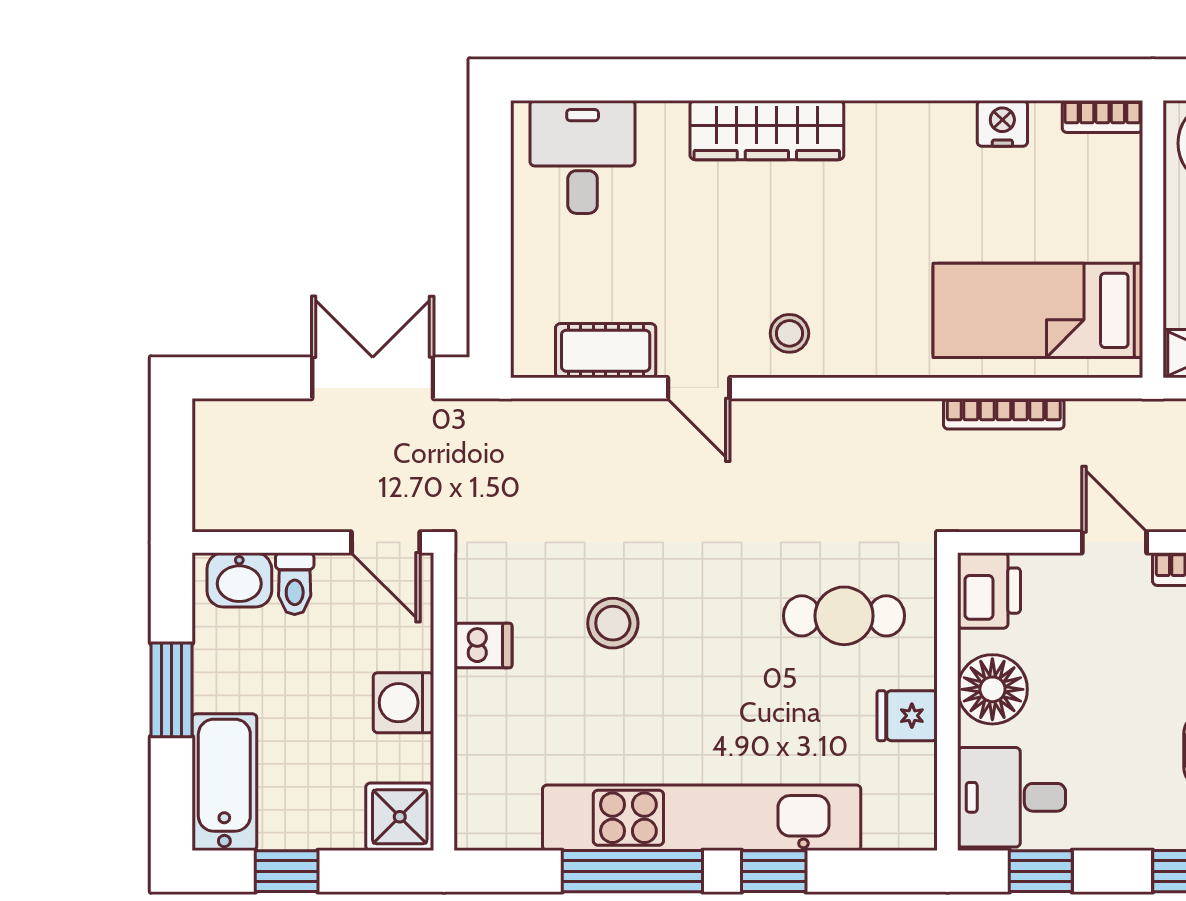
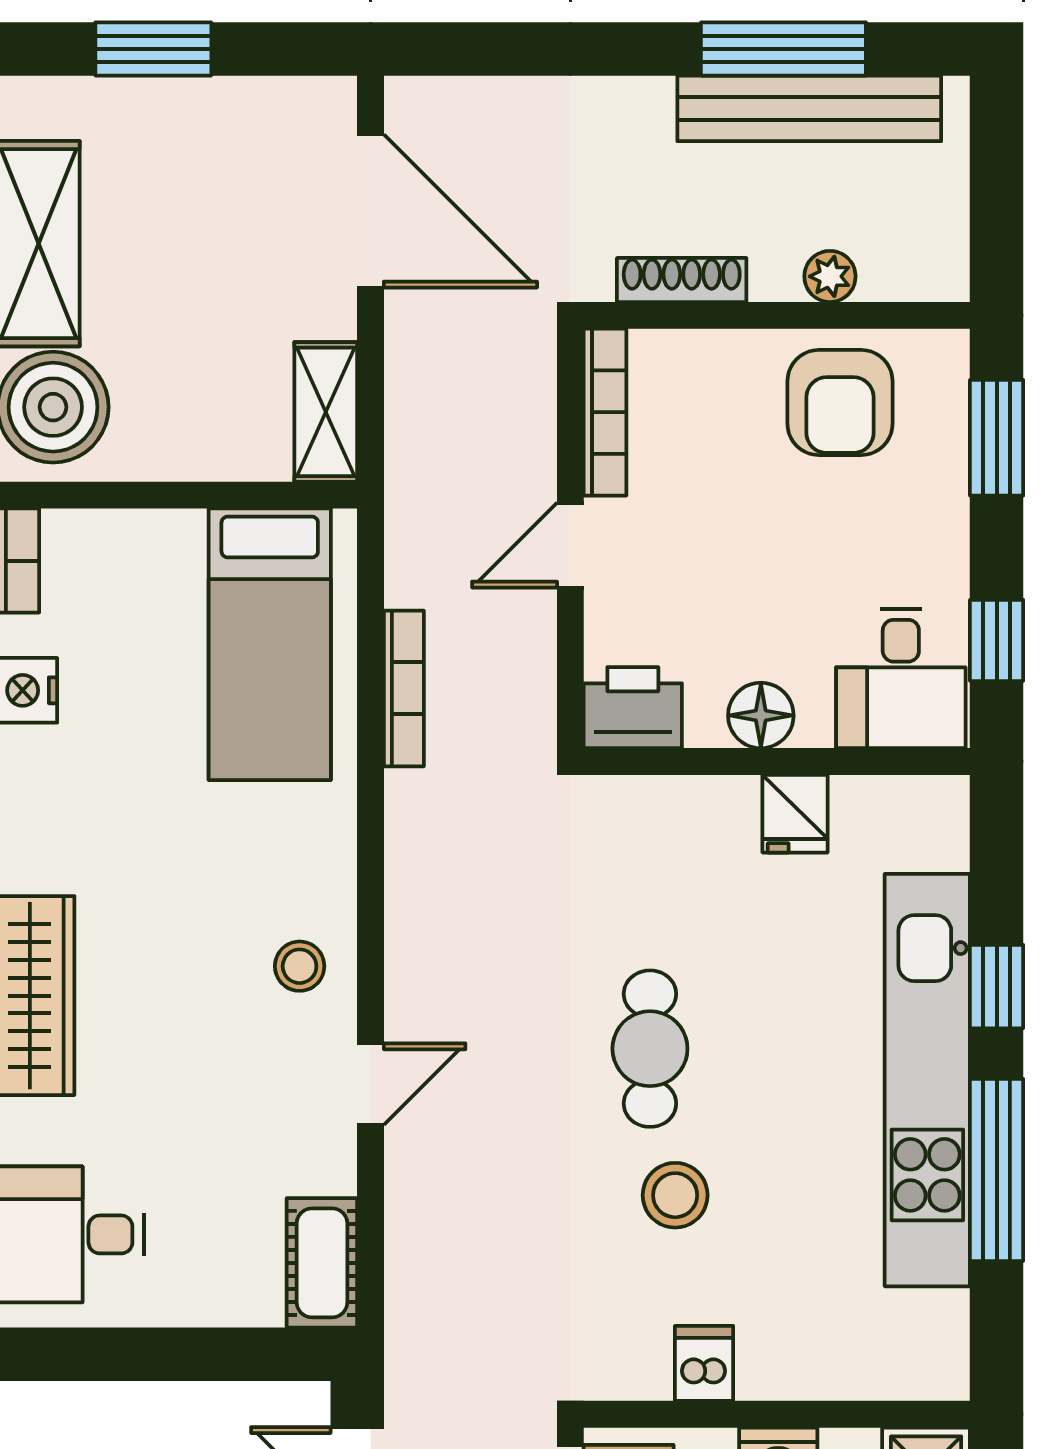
cot: (606, 351) -> (322, 1263), moved
cafe table: (844, 616) -> (650, 1049), moved
floor lamp: (992, 689) -> (761, 715), width x0.73, depth x0.73

